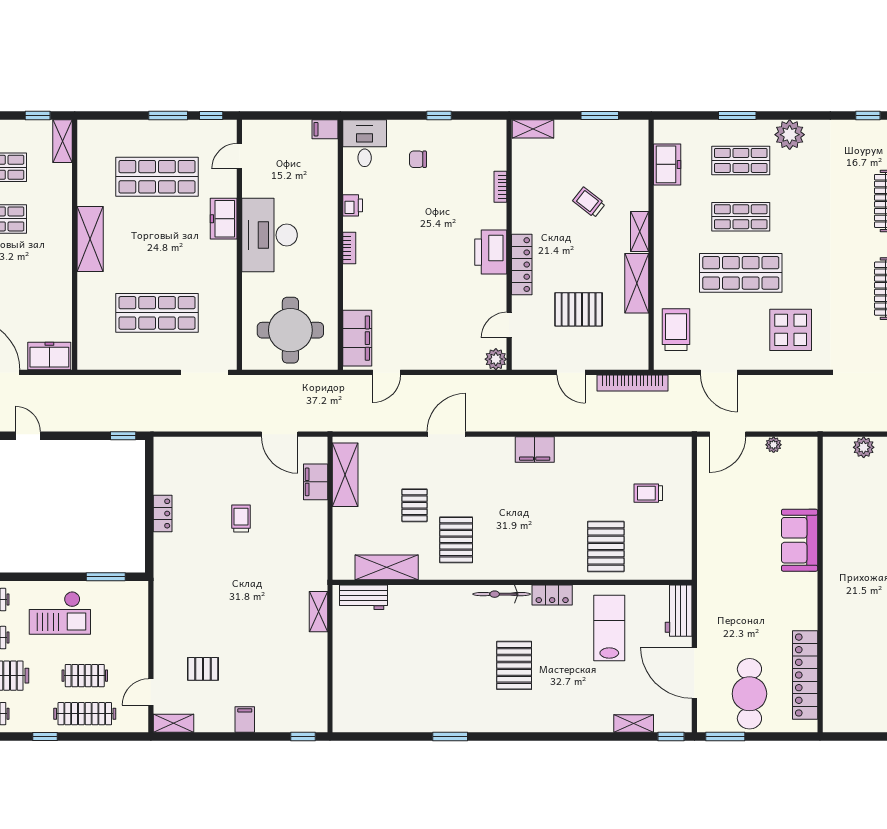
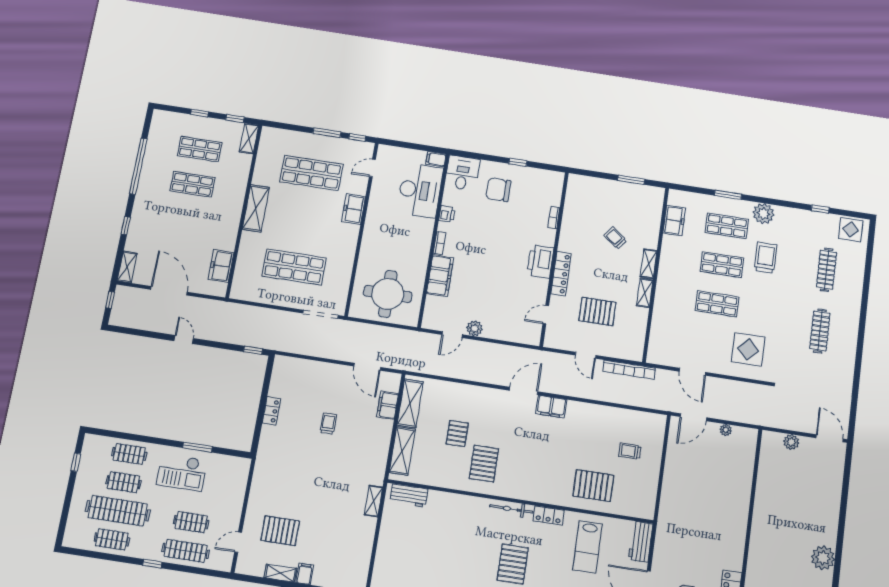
shelving: (533, 129) -> (583, 182), removed
chair: (418, 159) -> (498, 190), width x1.87, depth x1.87
desk: (270, 235) -> (420, 190), moved, turned 180
shop shelf: (741, 273) -> (717, 304), width x0.70, depth x0.74
shelving: (637, 283) -> (645, 293), width x0.67, depth x0.75
trolley: (676, 330) -> (766, 258), moved
filing cabinet: (357, 338) -> (440, 276), moved
freezer: (49, 356) -> (221, 266), moved, turned -90
plant: (496, 359) -> (474, 328), moved
door: (446, 434) -> (524, 391), moved
sofa: (800, 540) -> (736, 503), removed
pallet: (606, 547) -> (593, 486), turned 90
shelving: (387, 567) -> (402, 451), moved, turned 90
window: (106, 577) -> (197, 447), moved
lab bench: (609, 628) -> (587, 547), turned 180
pallet: (203, 669) -> (280, 531), width x1.50, depth x1.42
shelving: (174, 723) -> (280, 573), moved

